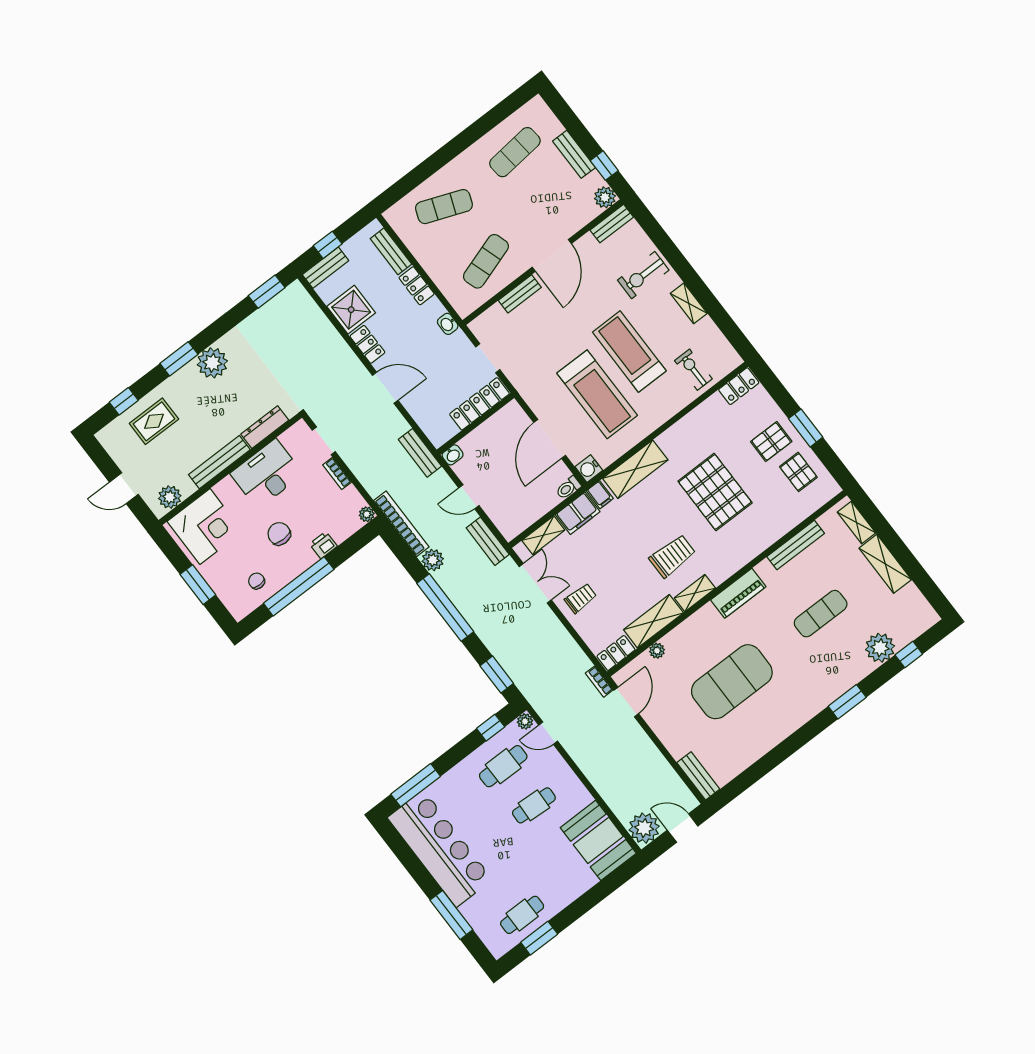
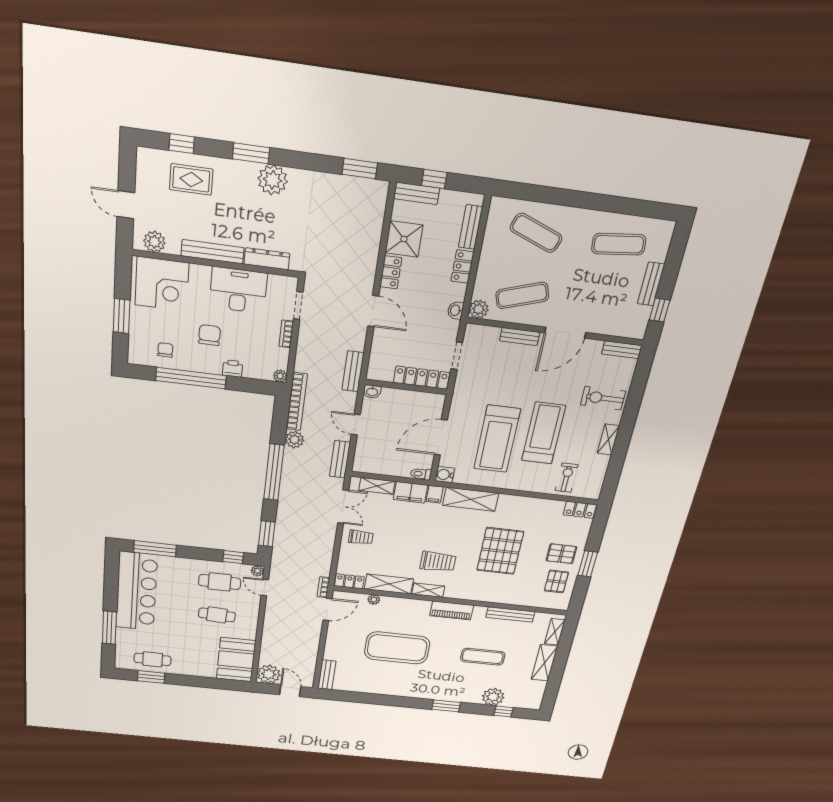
plant: (605, 197) -> (479, 309), moved

